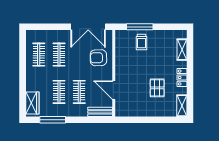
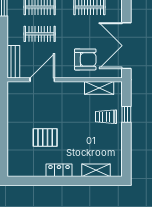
window: (140, 27) -> (126, 114), width x0.46
armchair: (98, 58) -> (85, 59), turned 91
shelving: (182, 106) -> (99, 88), moved

